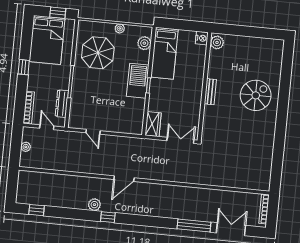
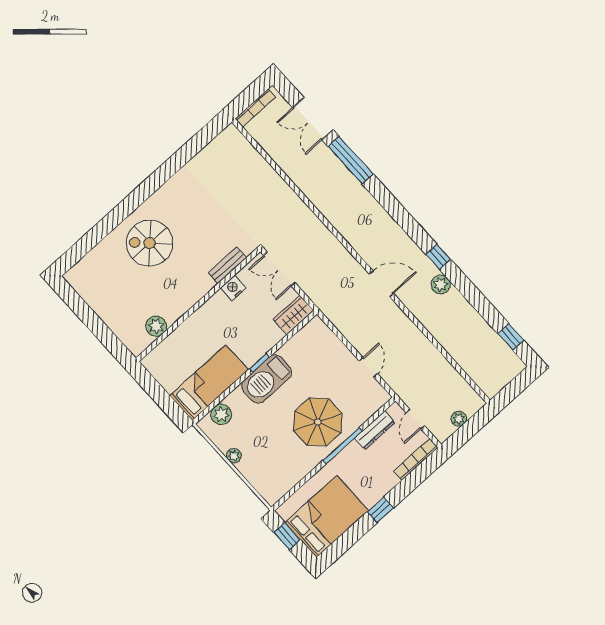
nightstand: (202, 38) -> (233, 288), moved
plant: (217, 42) -> (156, 326), moved
parasol: (98, 53) -> (318, 422), moved
bench: (210, 92) -> (227, 265), moved

